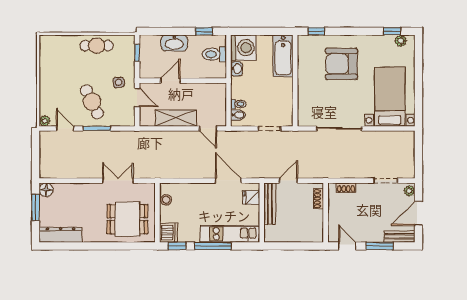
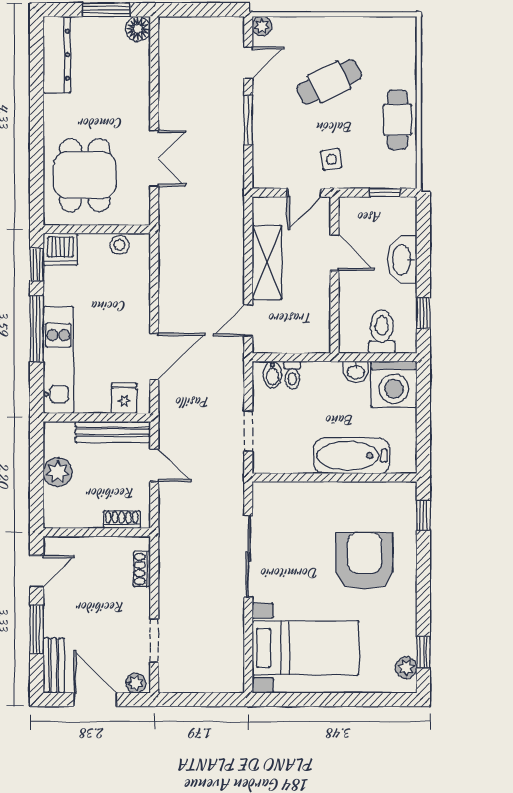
bathtub: (283, 56) -> (352, 456), moved
cafe table: (92, 102) -> (329, 82), moved
plant: (292, 234) -> (58, 472), added

